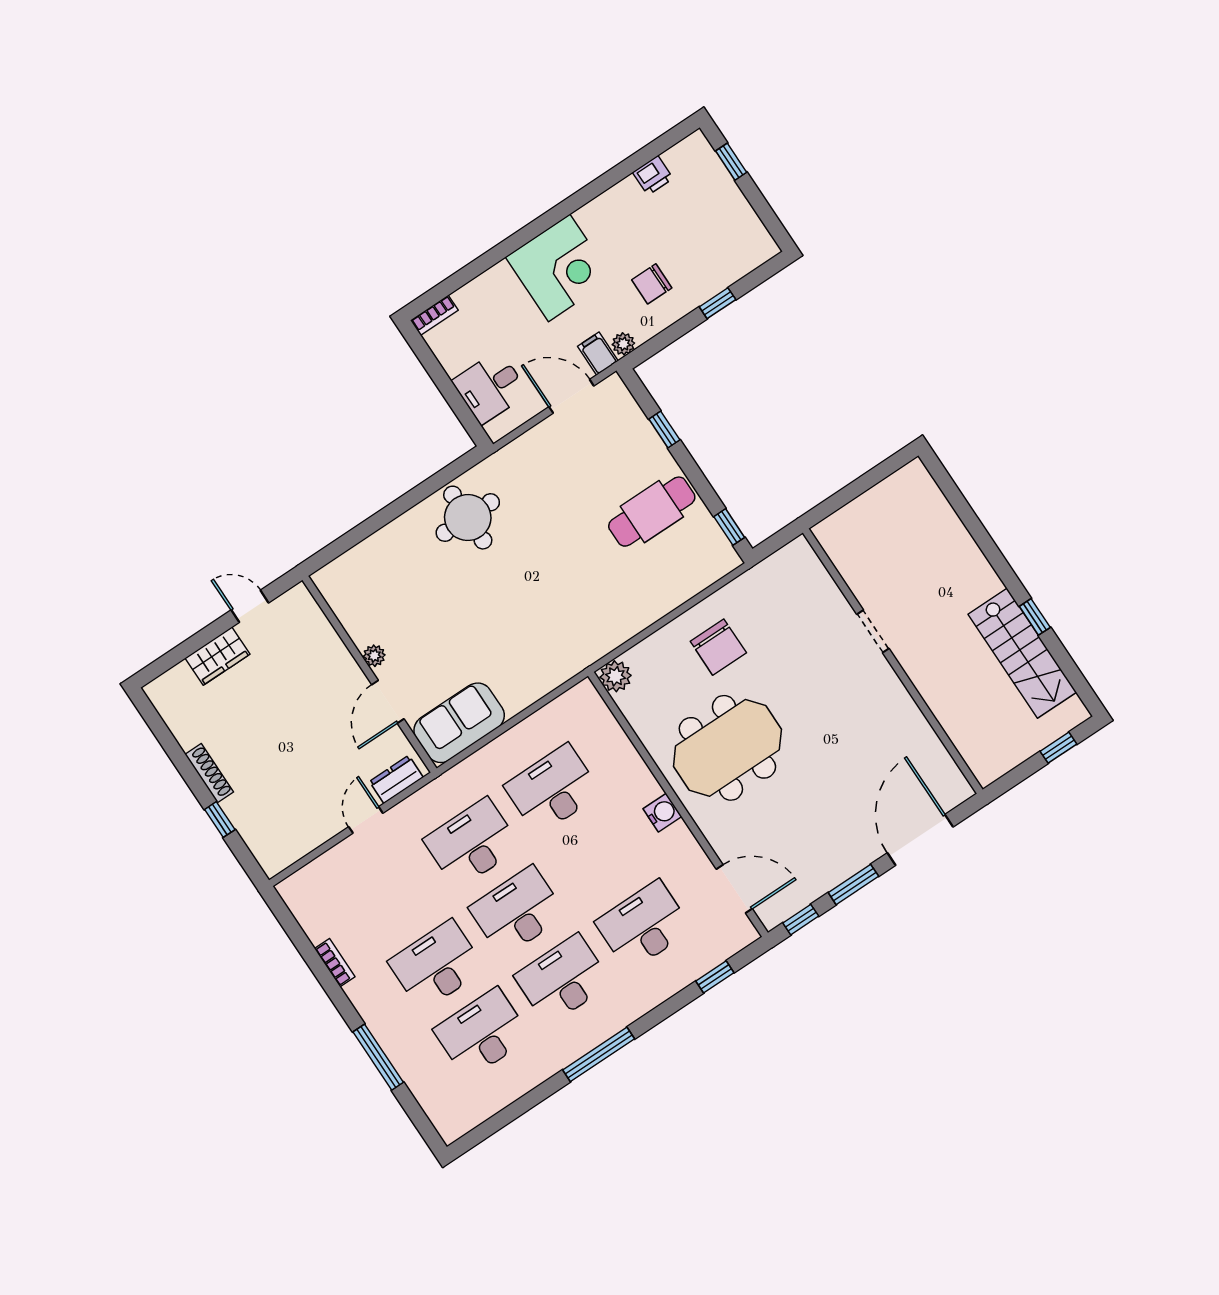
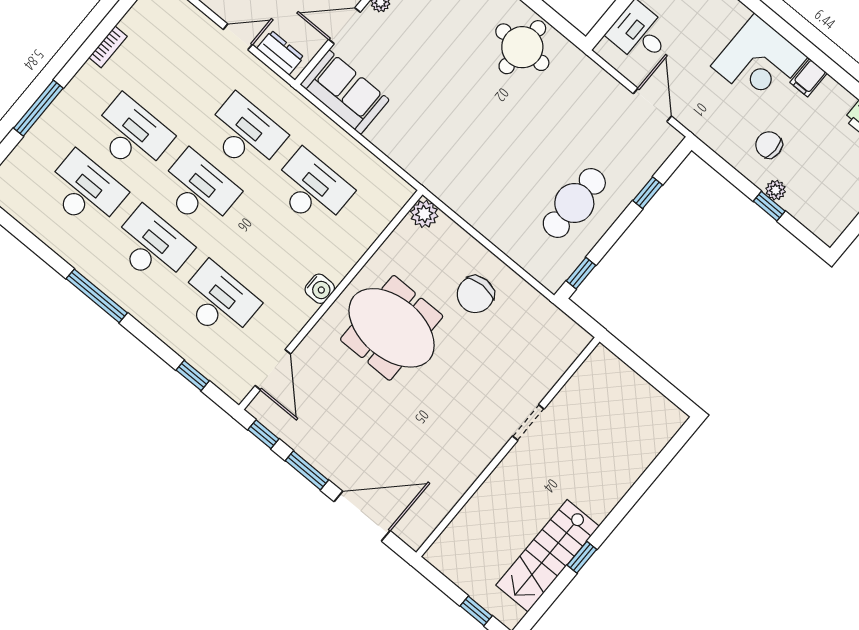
plant: (623, 344) -> (776, 190), moved
filing cabinet: (598, 354) -> (809, 78), moved, turned 180
cafe table: (652, 512) -> (574, 203), turned 90

